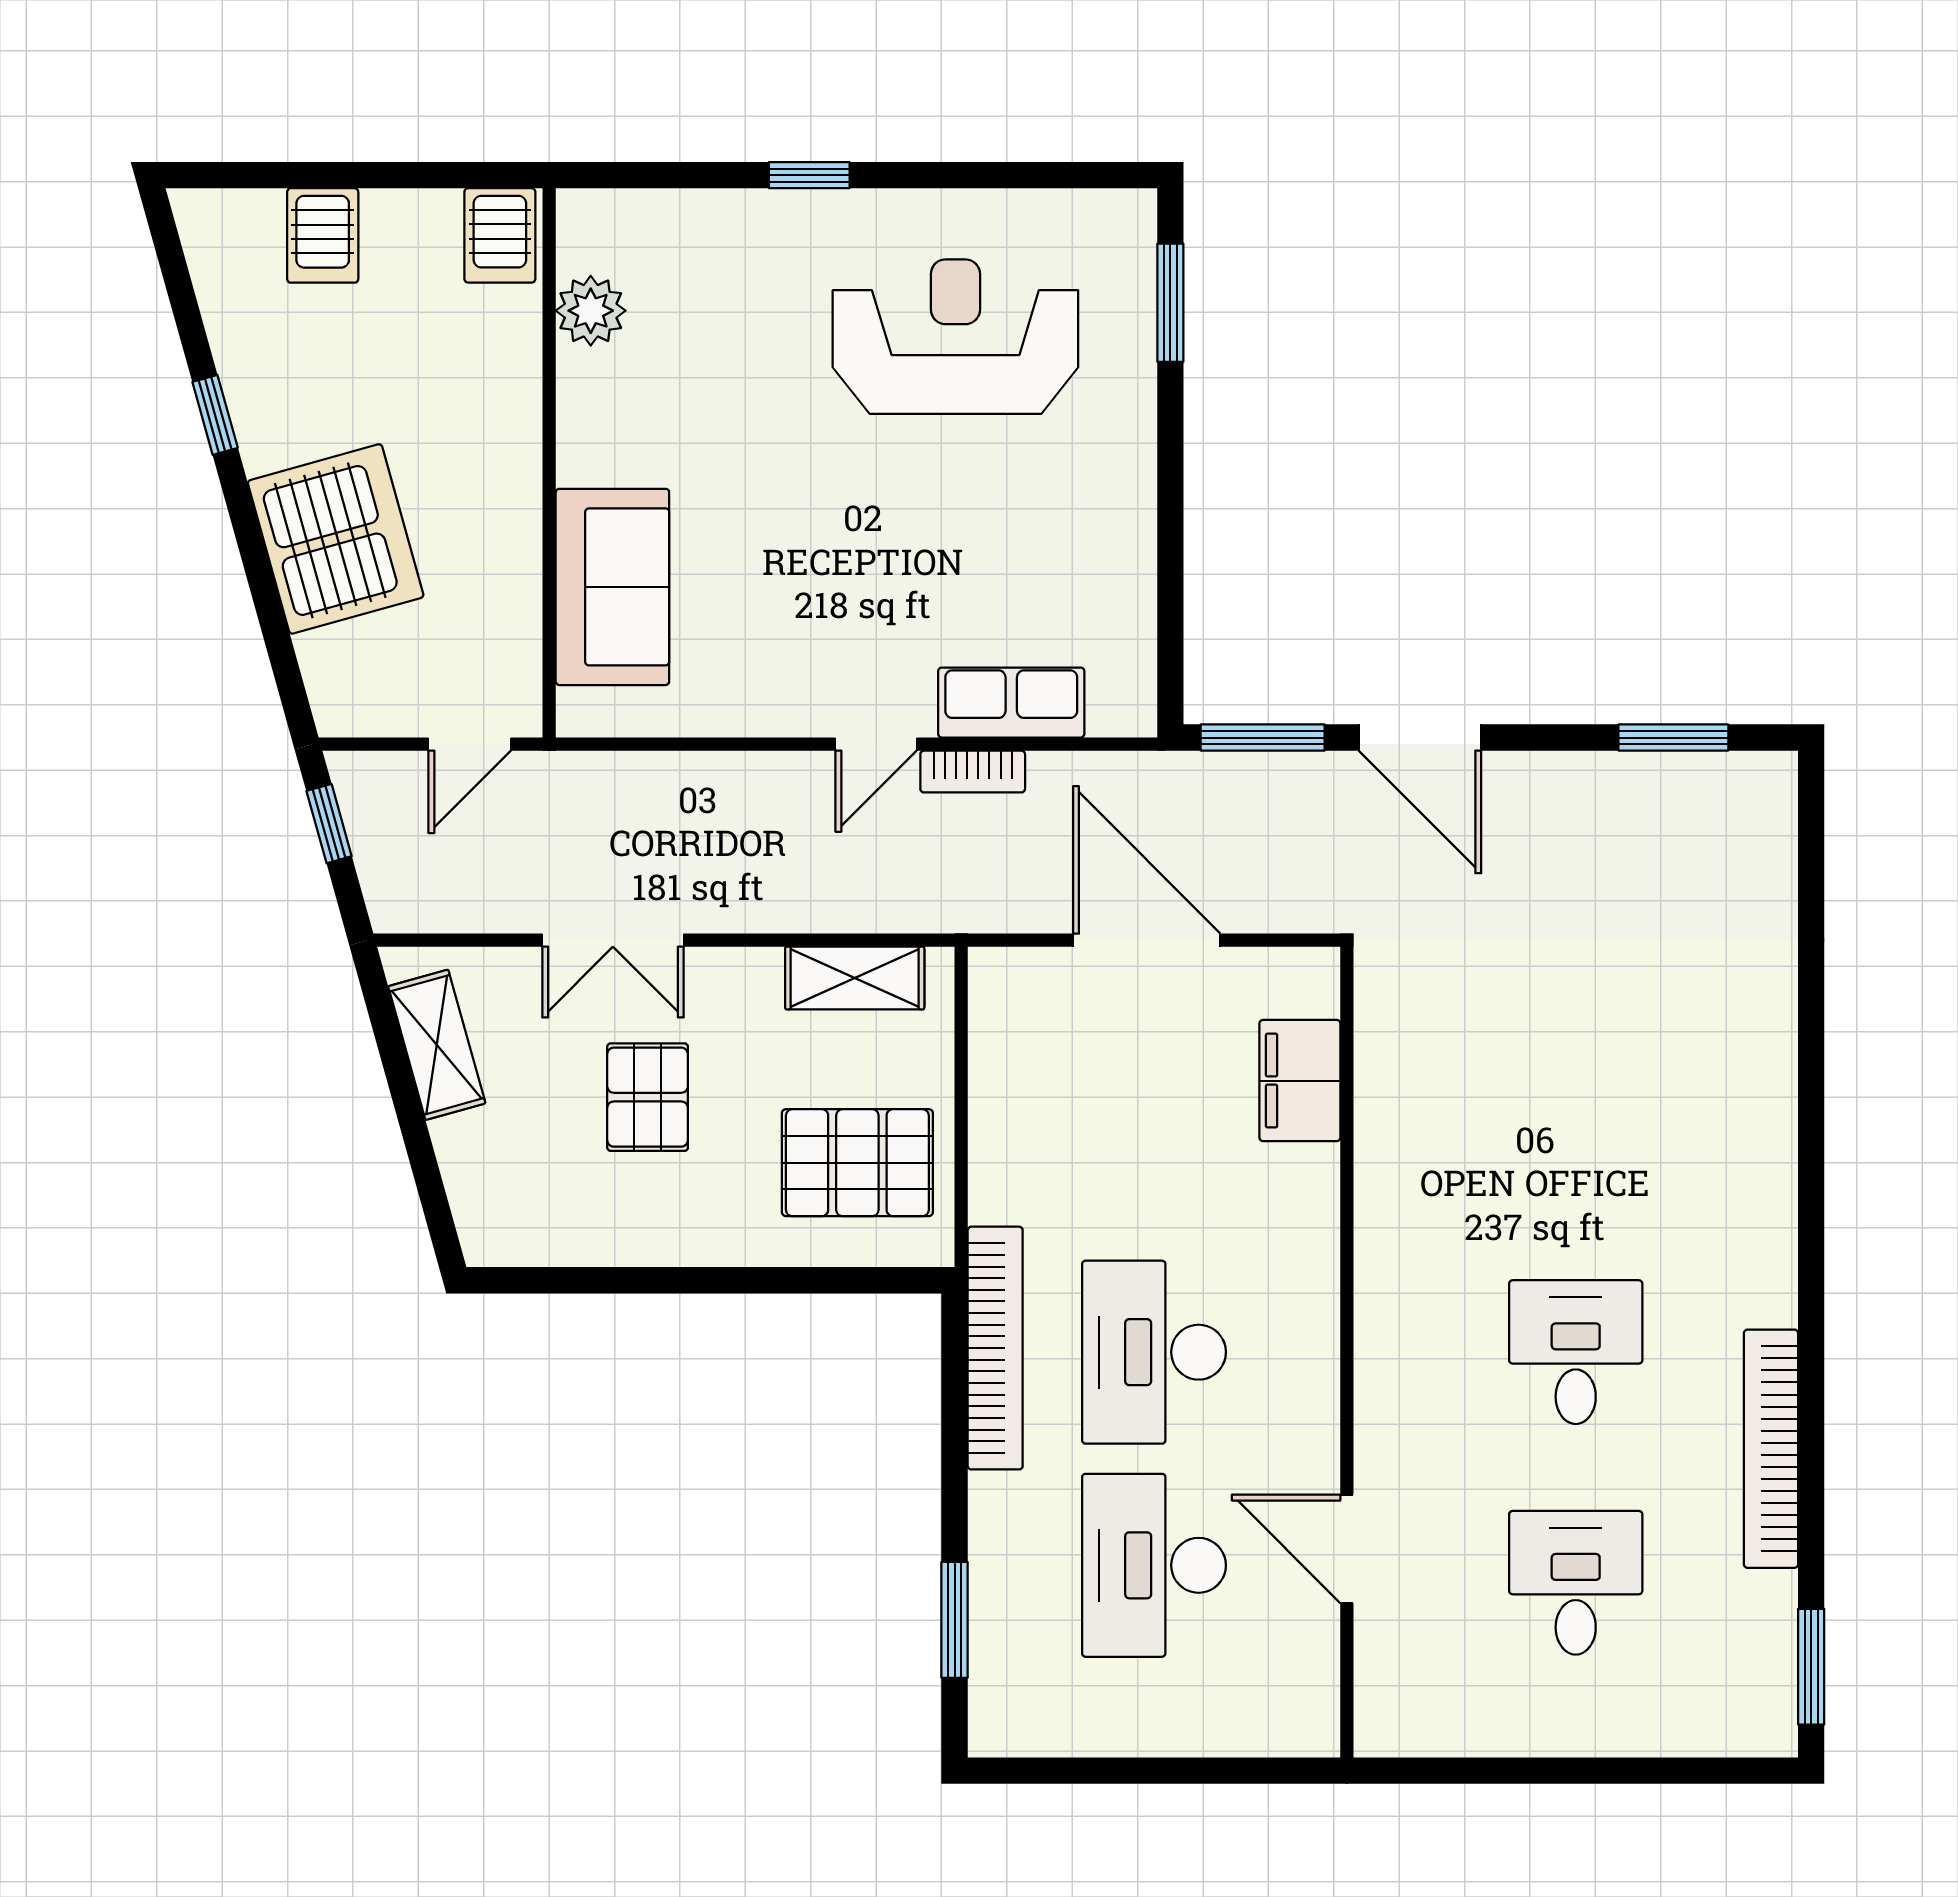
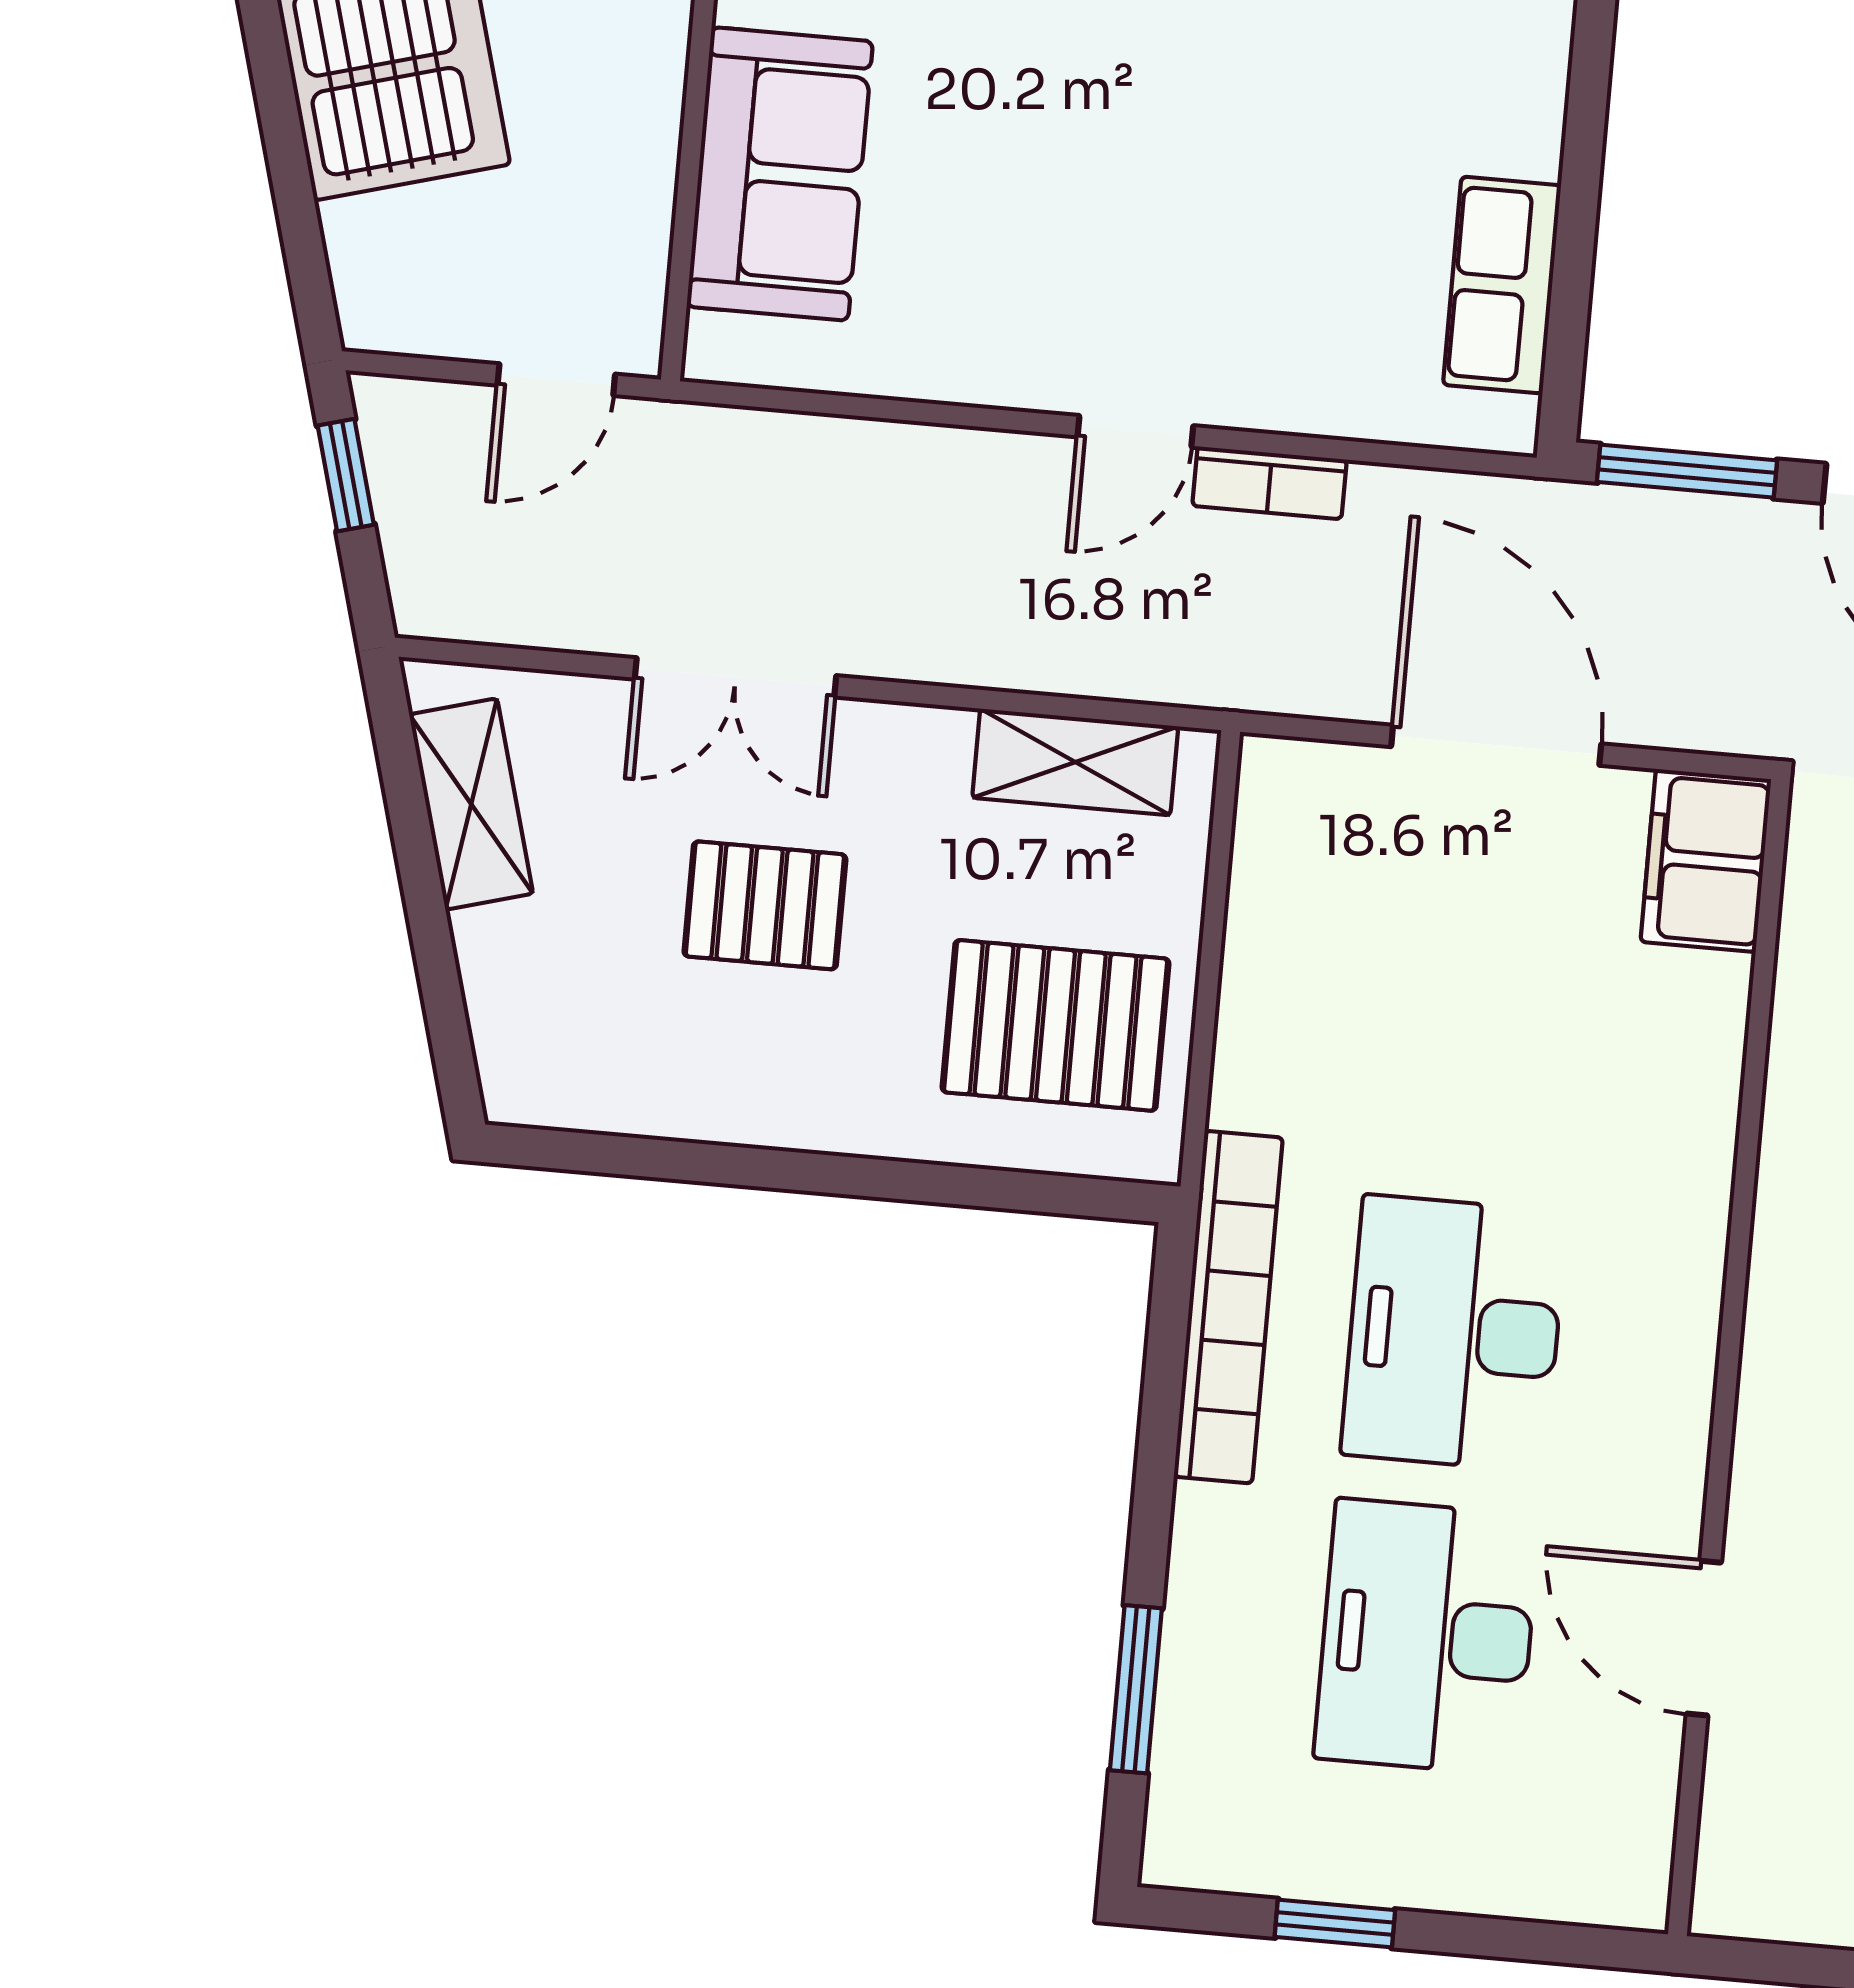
row of seats: (1011, 703) -> (1502, 285), moved, turned -90
filing cabinet: (1300, 1081) -> (1706, 861), moved
pallet: (648, 1097) -> (765, 905), turned 90
window: (1108, 1771) -> (1335, 1924), added

